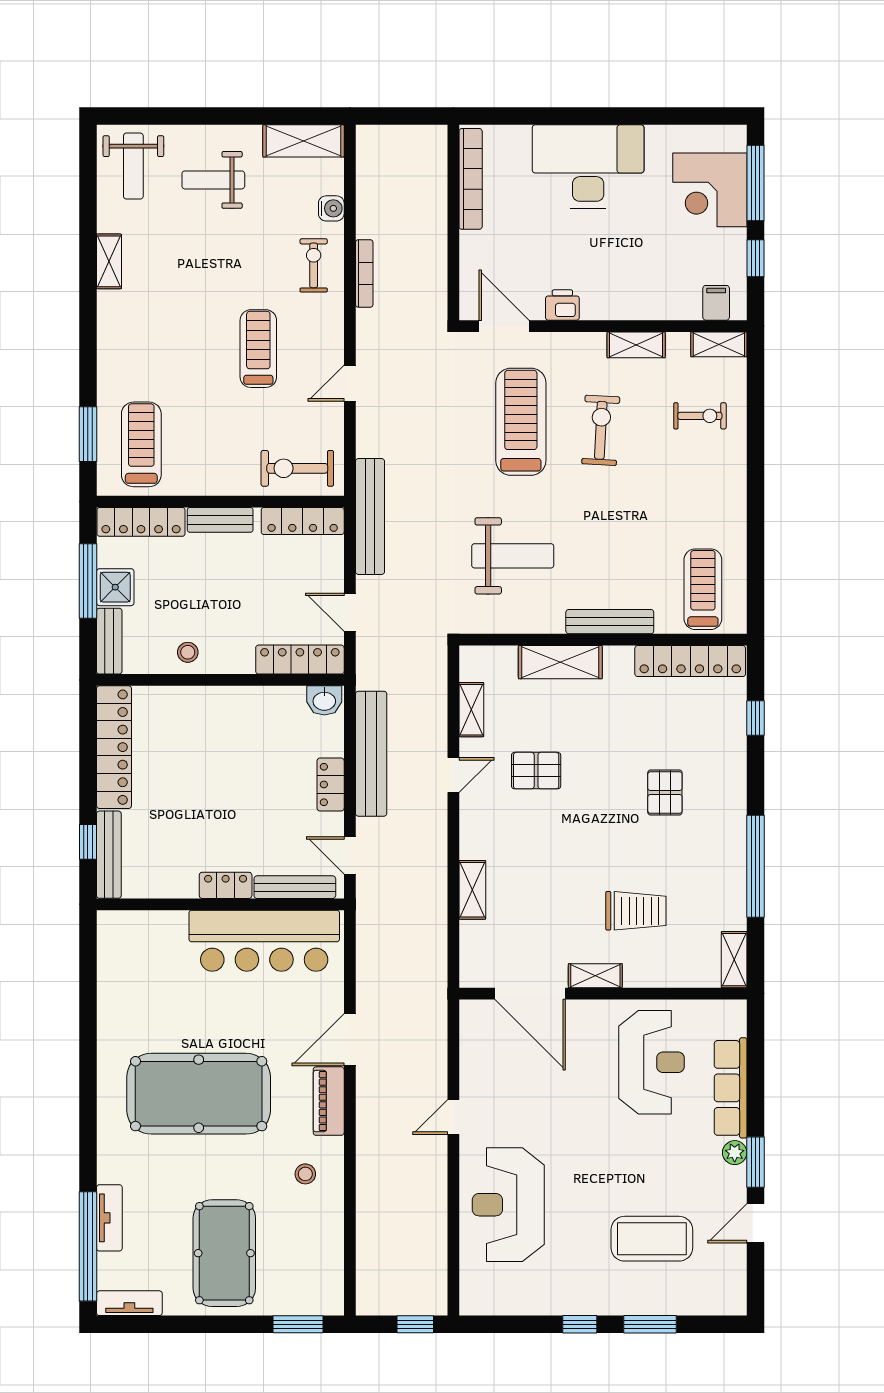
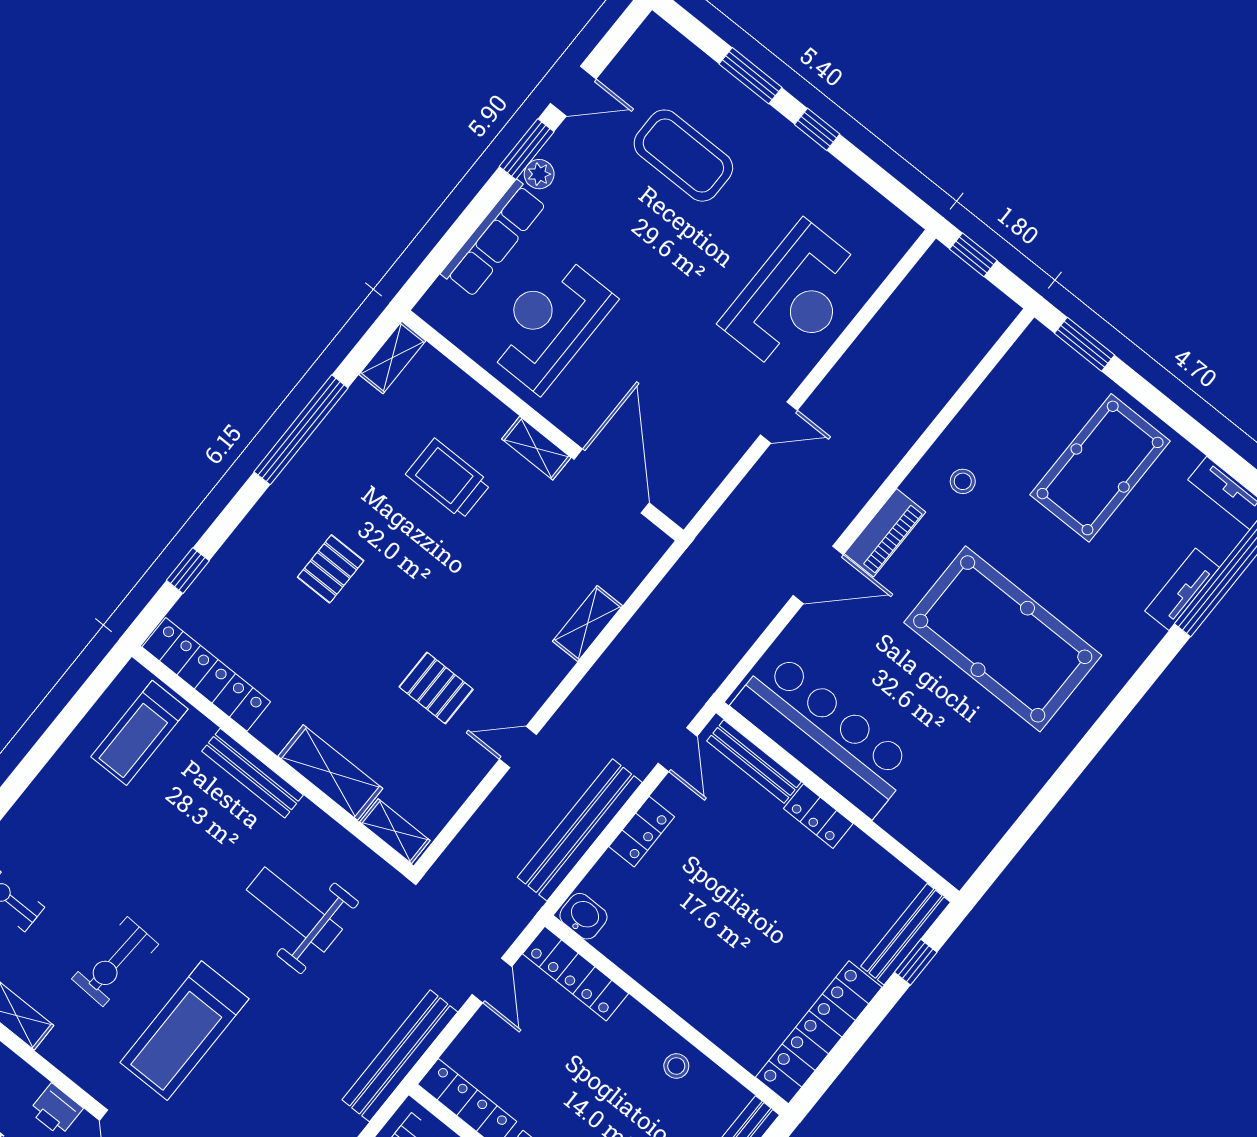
shelving: (471, 710) -> (395, 831), moved, turned 90

